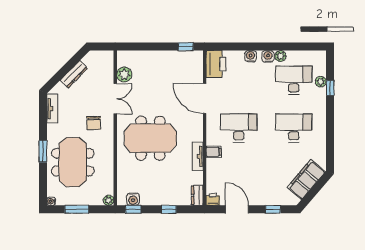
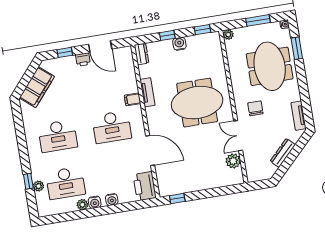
window: (43, 151) -> (297, 48), moved
water cooler: (133, 199) -> (179, 44), moved
printer: (213, 199) -> (83, 60), moved

